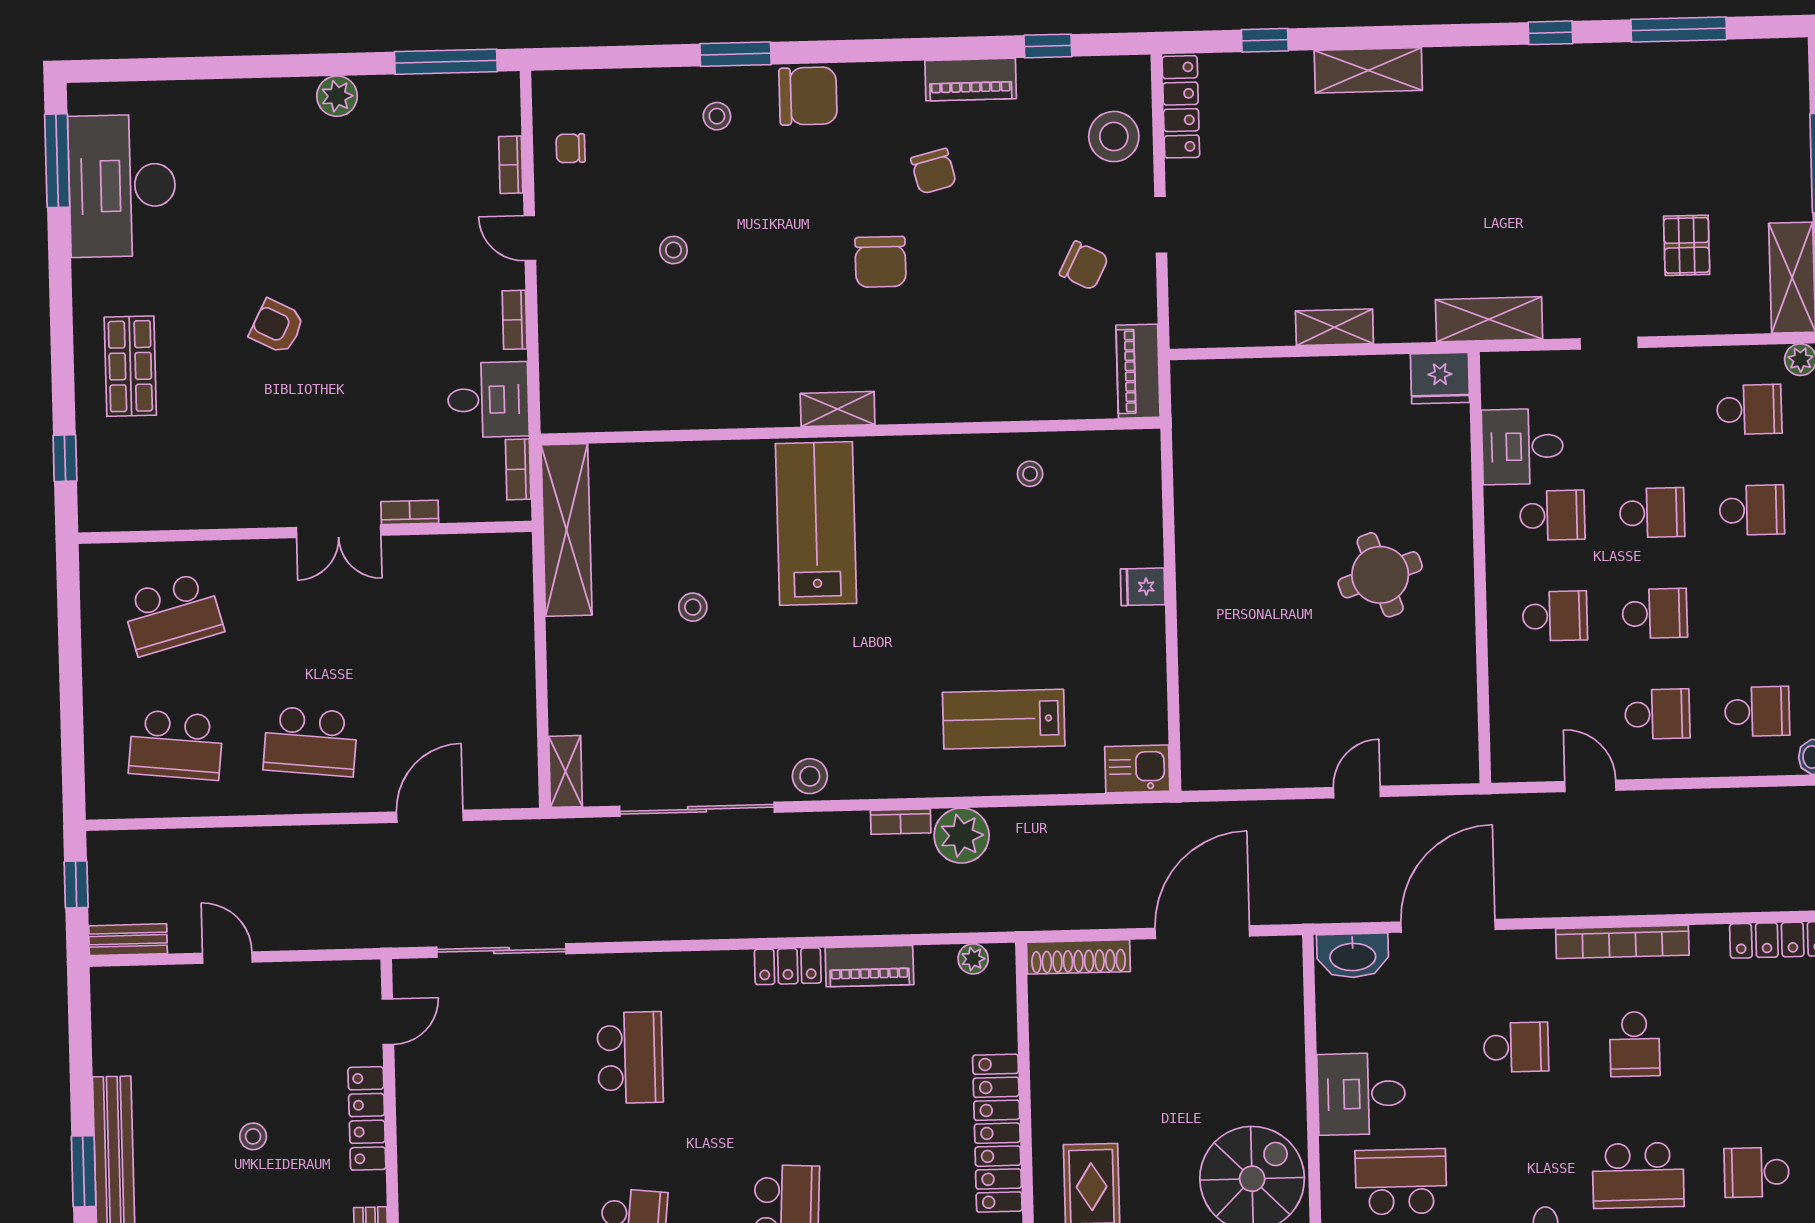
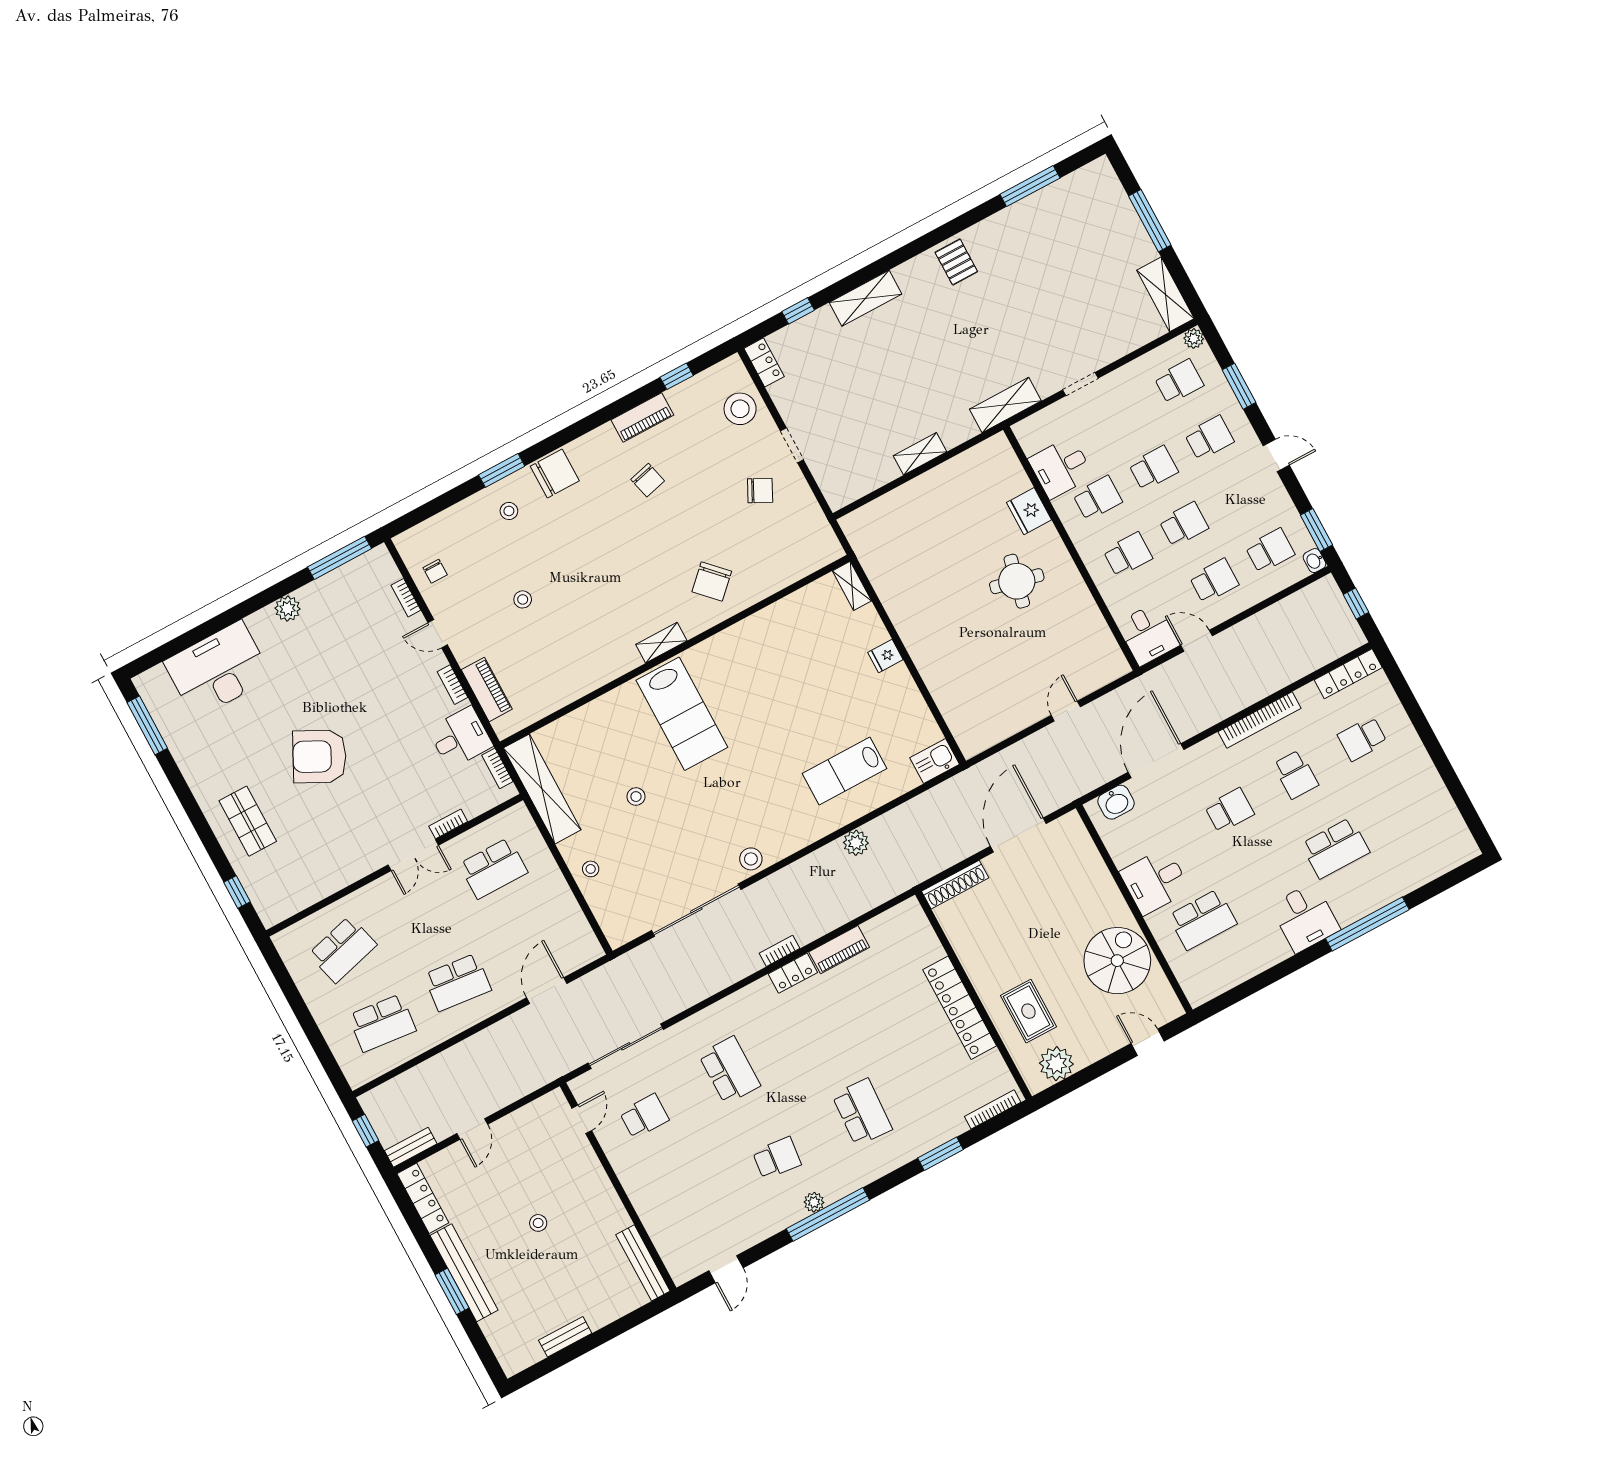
window: (1550, 33) -> (958, 225), removed
locker: (1181, 107) -> (764, 362), width x0.66
chair: (571, 148) -> (435, 571), turned -90
desk: (122, 186) -> (218, 670), moved, turned 90
pallet: (1687, 245) -> (956, 262), moved
chair: (880, 262) -> (712, 582), moved, turned 46
armchair: (277, 326) -> (320, 756), width x1.88, depth x1.88
piano: (1138, 371) -> (487, 689), moved, turned 180
fridge: (1440, 378) -> (1029, 511), moved, turned 90
stool: (1030, 474) -> (591, 869), moved
lab bench: (816, 523) -> (682, 714), turned 180
round table: (1380, 575) -> (1017, 581), turned 32
school desk: (442, 607) -> (493, 868), added
desk: (1527, 742) -> (1148, 634), added
shelving: (565, 771) -> (852, 586), moved
bookcase: (901, 822) -> (779, 951), moved, turned 180
plant: (962, 836) -> (856, 843), width x0.73, depth x0.73
washbasin: (1353, 956) -> (1116, 802), width x0.72
door: (227, 958) -> (472, 1129), swing flipped
plant: (973, 959) -> (896, 916), removed
school desk: (478, 1062) -> (644, 1116), added
locker: (367, 1118) -> (423, 1198), moved, turned 180
school desk: (1757, 1172) -> (1362, 739), moved
school desk: (1401, 1182) -> (1203, 920), turned 180

